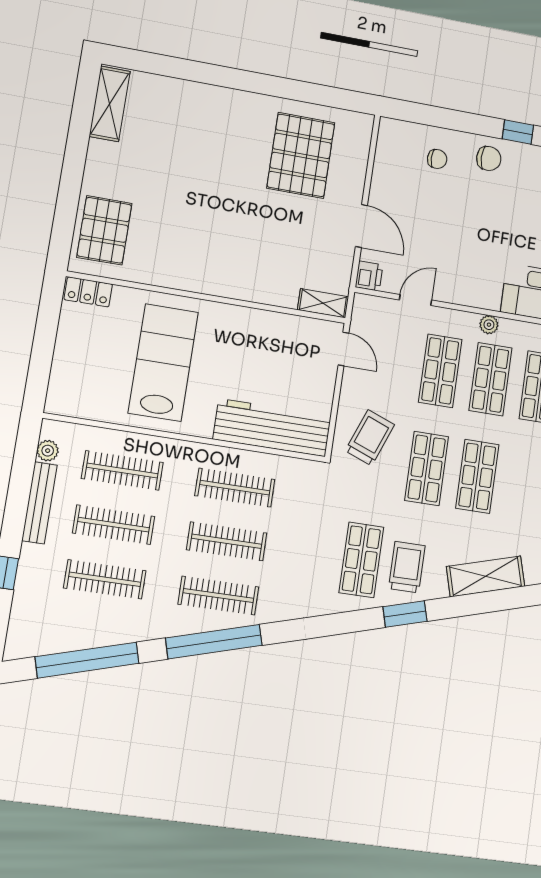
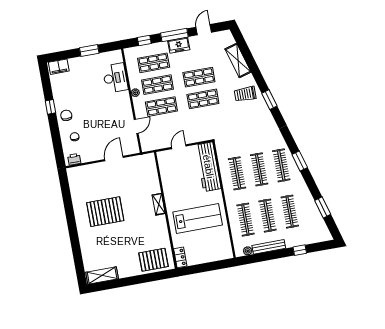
pallet: (301, 155) -> (105, 212), moved
printer: (369, 276) -> (74, 159), moved
door: (415, 300) -> (136, 126), swing flipped
shelving: (323, 303) -> (159, 204), moved
door: (343, 349) -> (179, 147), moved
lab bench: (163, 362) -> (198, 218), turned 180
trolley: (370, 438) -> (199, 126), removed
shop shelf: (361, 560) -> (248, 113), removed
window: (405, 614) -> (269, 100), moved
window: (214, 642) -> (300, 161), width x0.47
window: (87, 660) -> (323, 207), width x0.47

